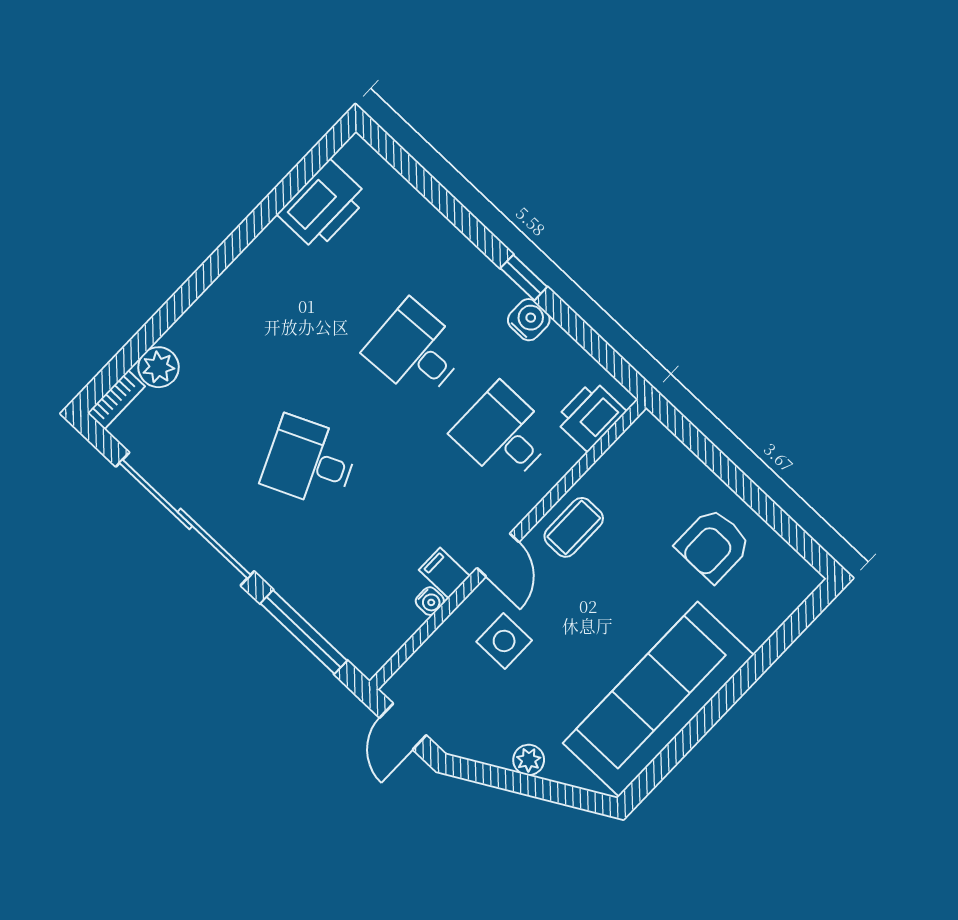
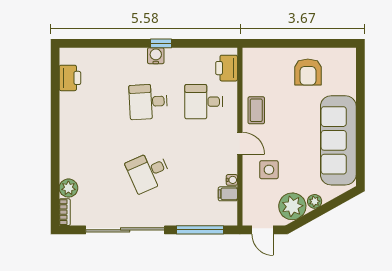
printer: (323, 205) -> (70, 78), width x0.73, depth x0.84
water cooler: (529, 320) -> (156, 56), moved
filing cabinet: (444, 573) -> (228, 194), moved
plant: (486, 734) -> (292, 206), added

